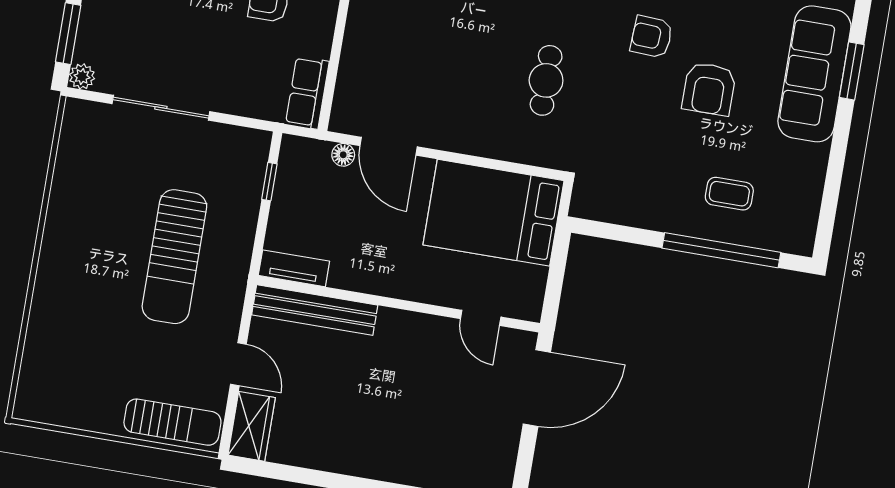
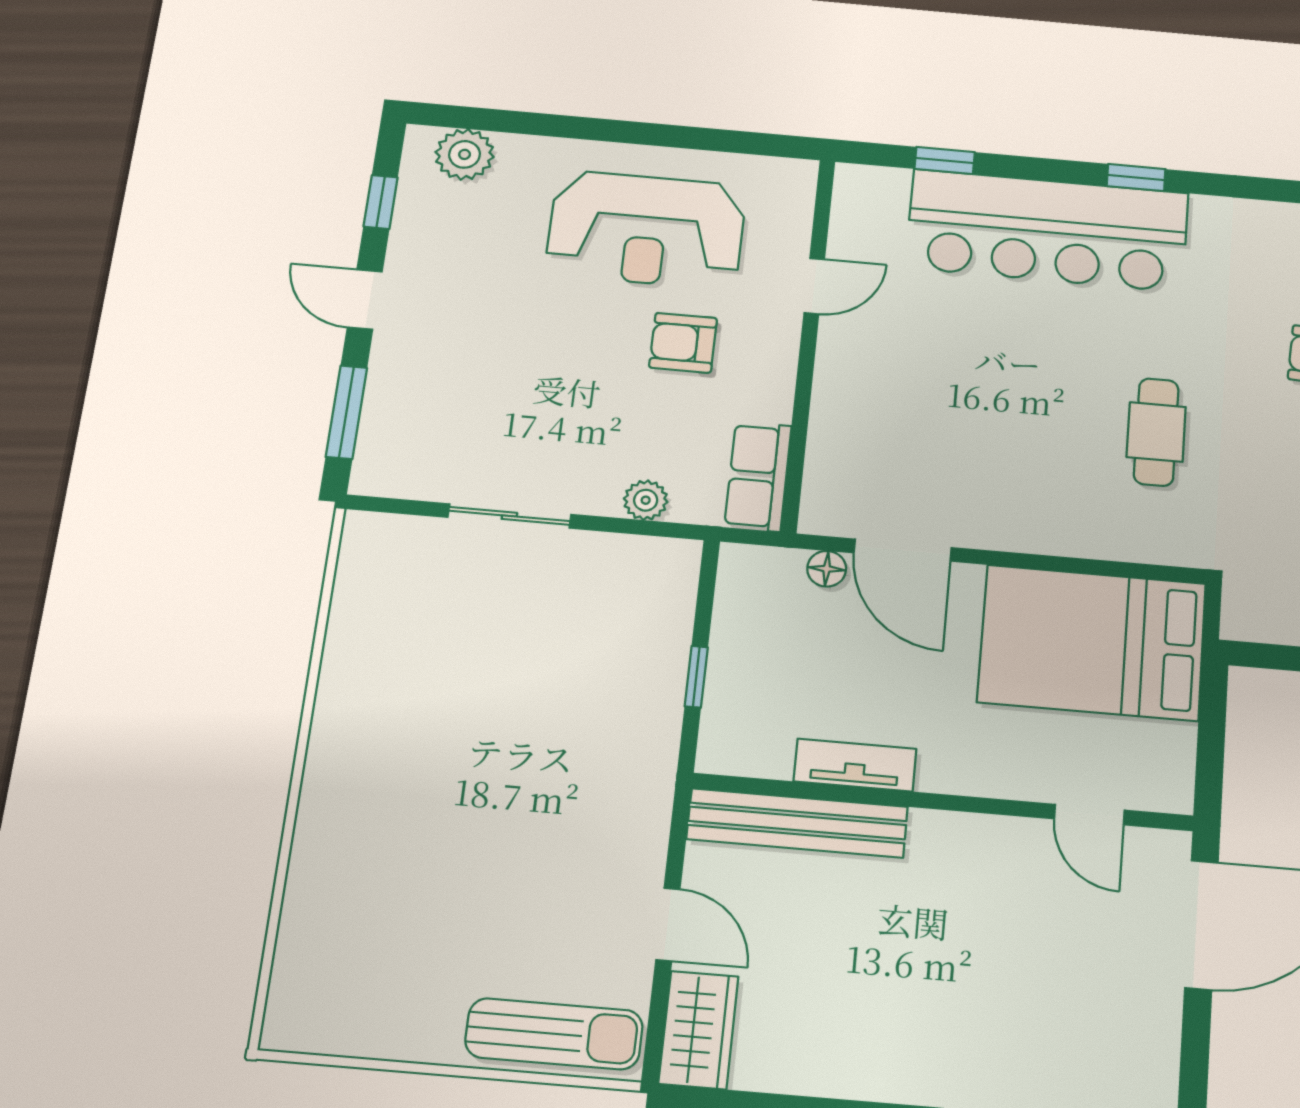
plant: (82, 76) -> (646, 500), moved
sliding door: (161, 108) -> (509, 516), width x0.73
window: (269, 182) -> (696, 677), moved
sun lounger: (174, 257) -> (544, 752), removed
tv unit: (294, 268) -> (855, 765), moved

